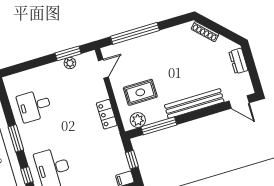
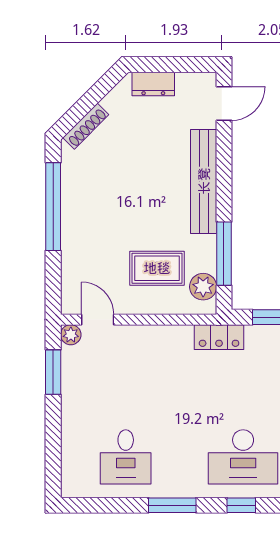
window: (135, 33) -> (53, 207), moved
plant: (70, 63) -> (71, 335), moved
rug: (140, 92) -> (157, 268), turned 90
locker: (107, 114) -> (219, 337), moved

